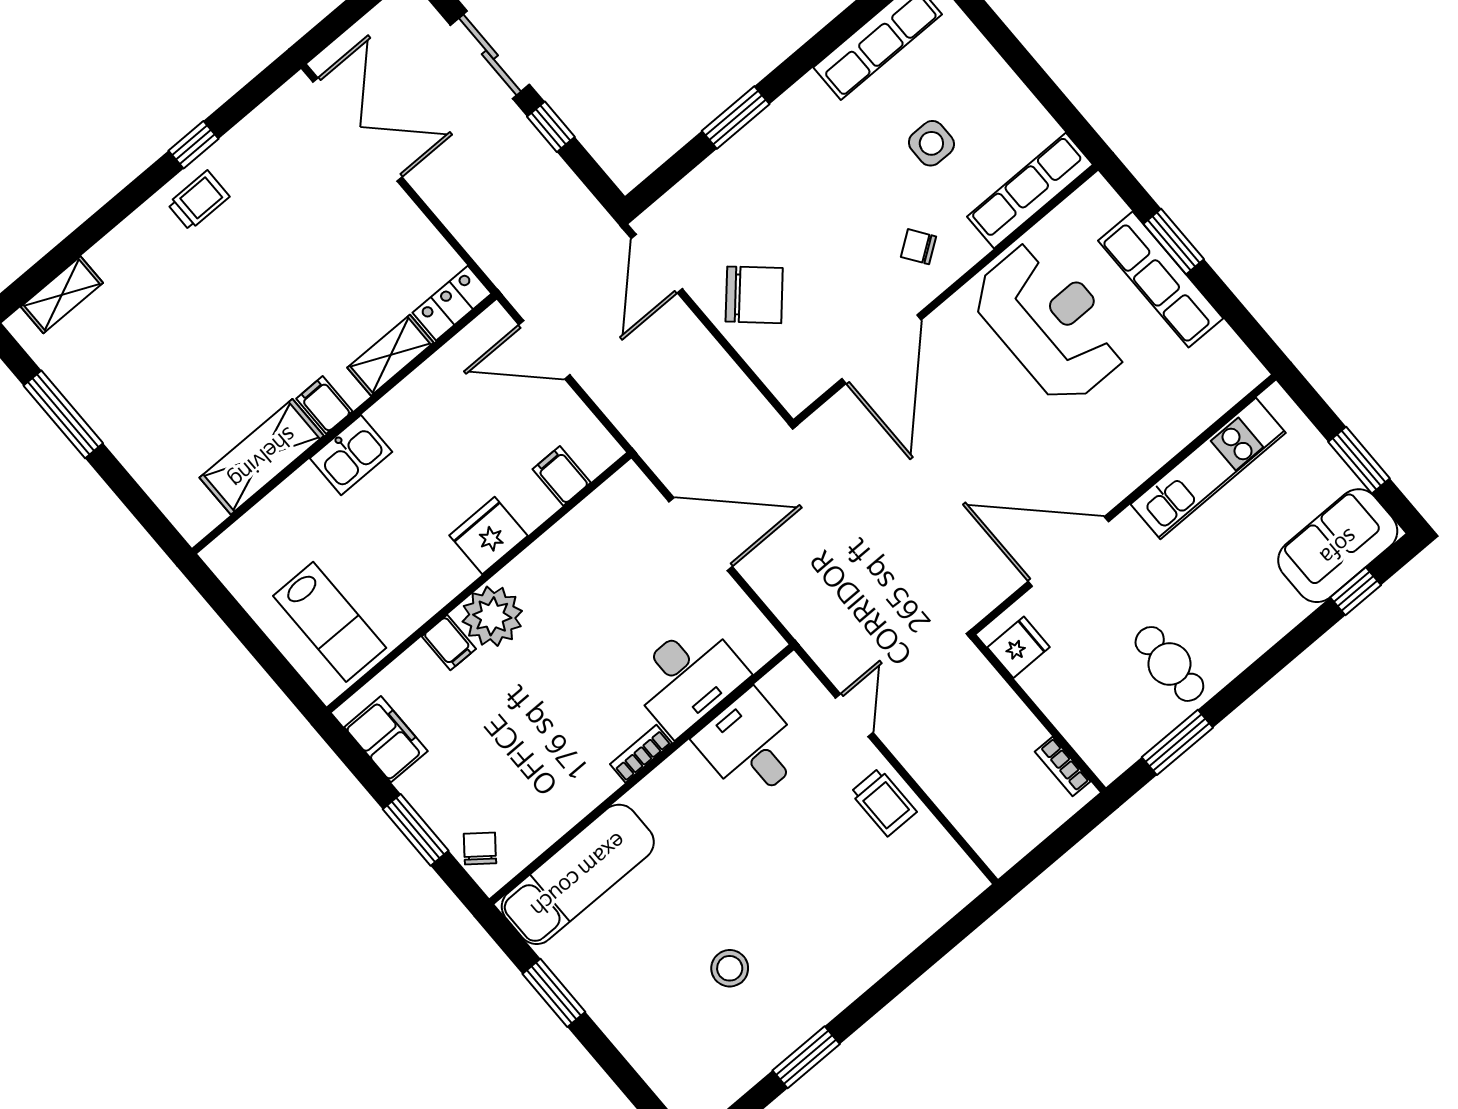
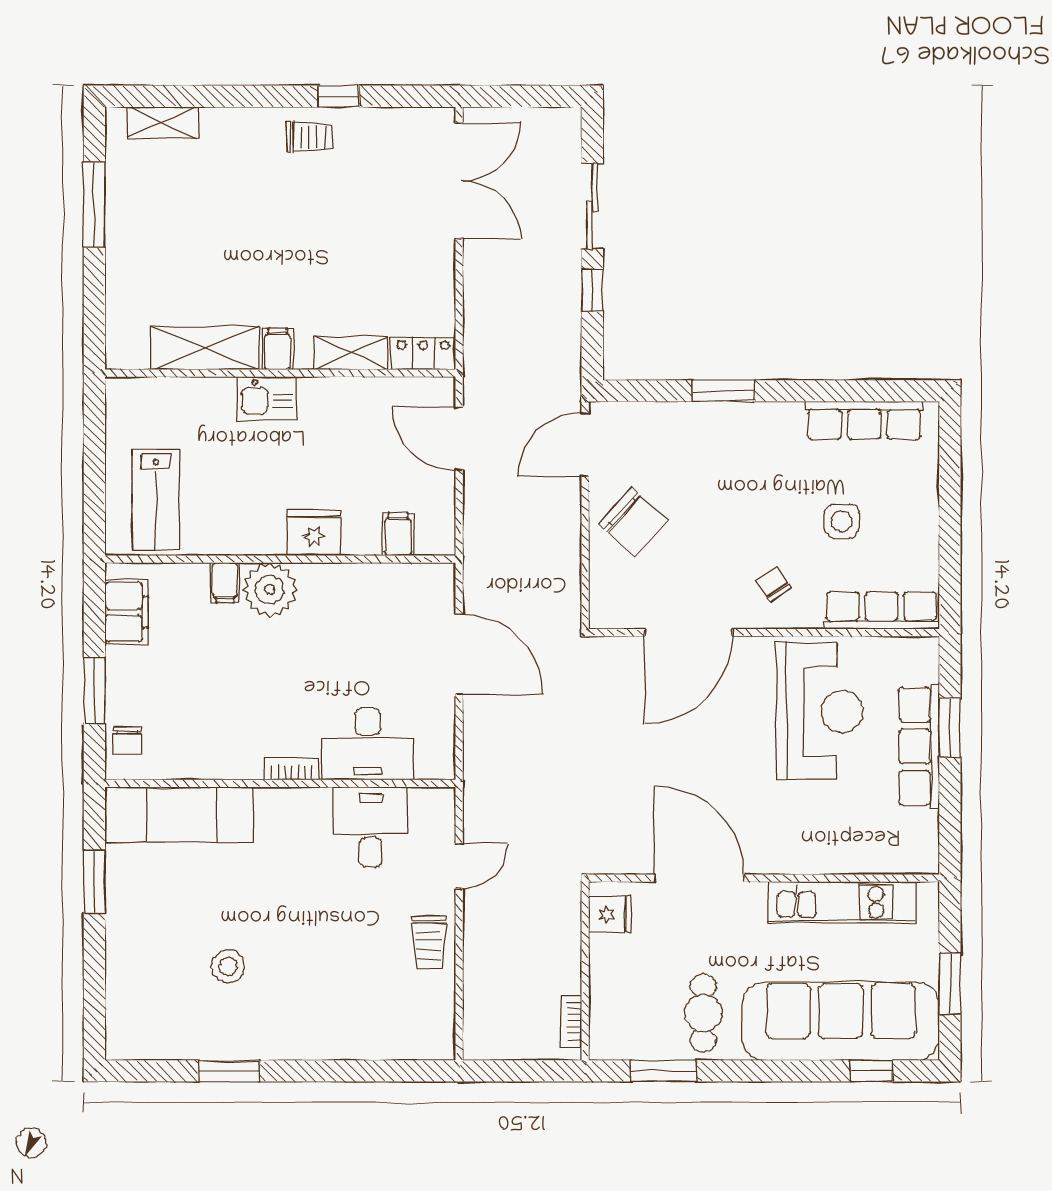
sofa: (1338, 546) -> (841, 1021), width x1.85, depth x1.27
chair: (480, 848) -> (127, 741), turned 142

